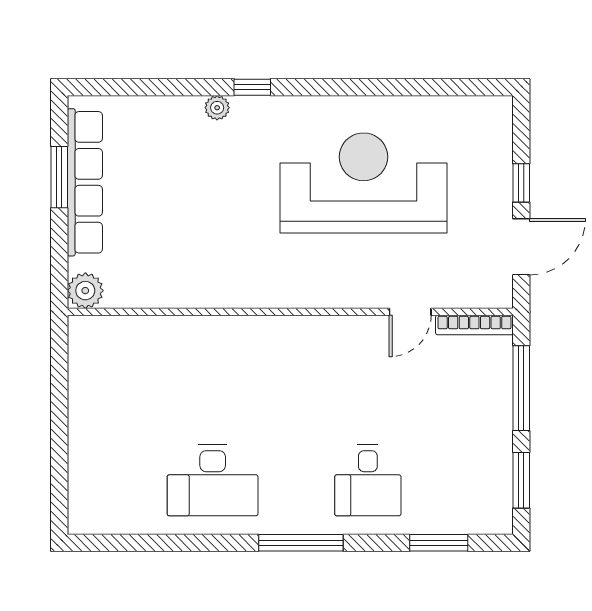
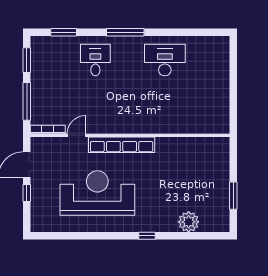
plant: (217, 108) -> (189, 222), moved, width x1.88, depth x1.88
row of seats: (85, 182) -> (122, 145), moved, turned -90
reception desk: (364, 183) -> (97, 193), turned 180
plant: (85, 291) -> (222, 145), removed

